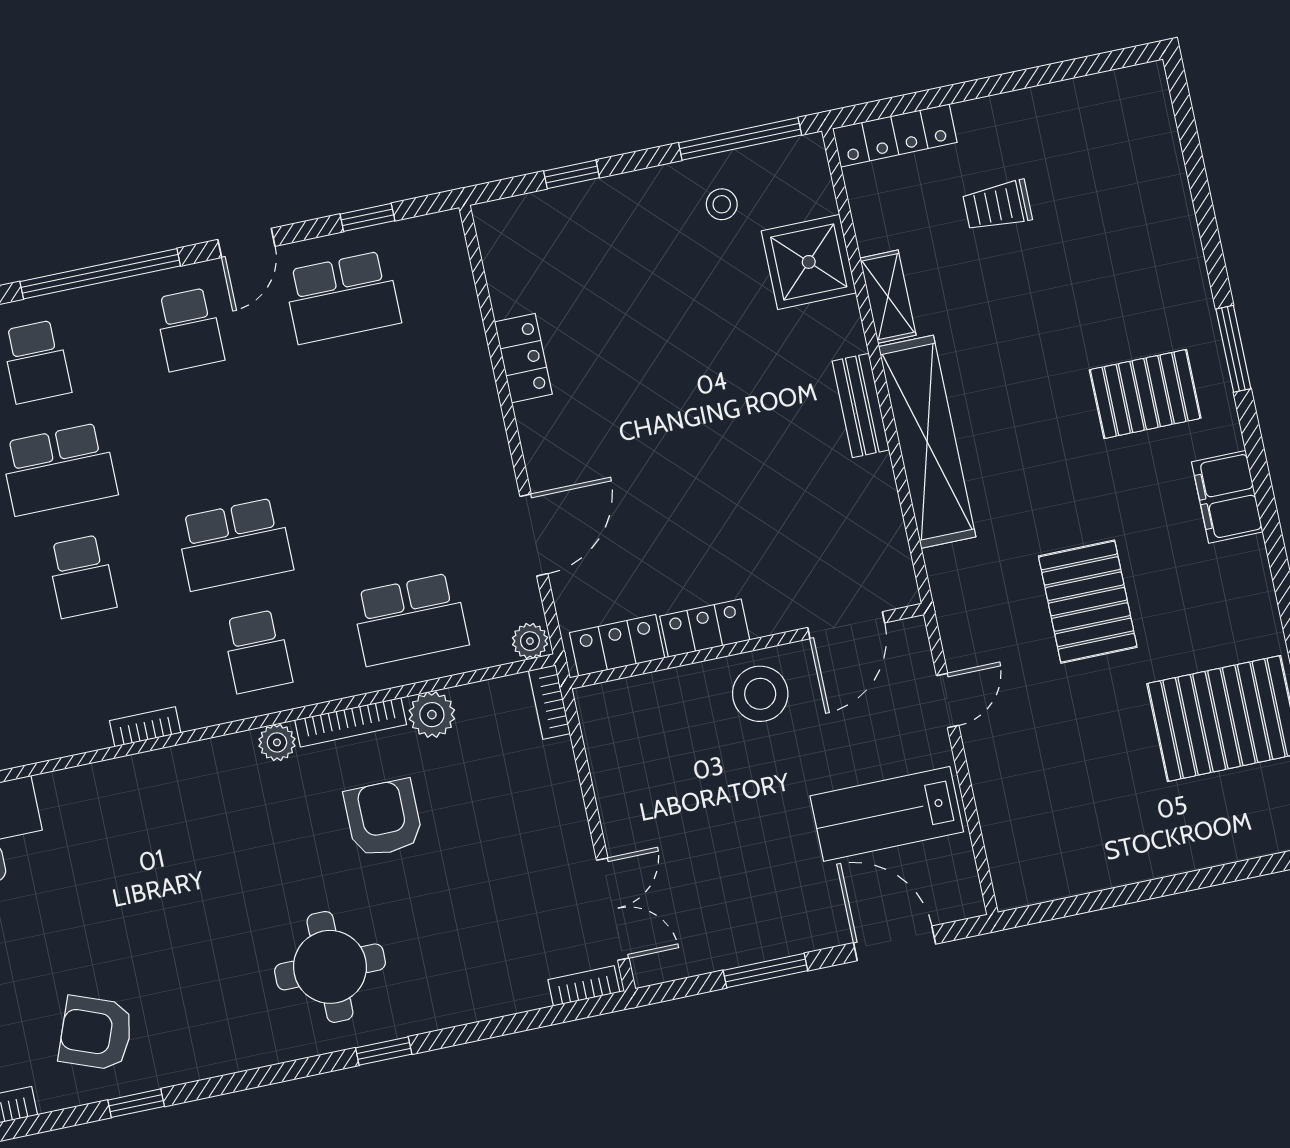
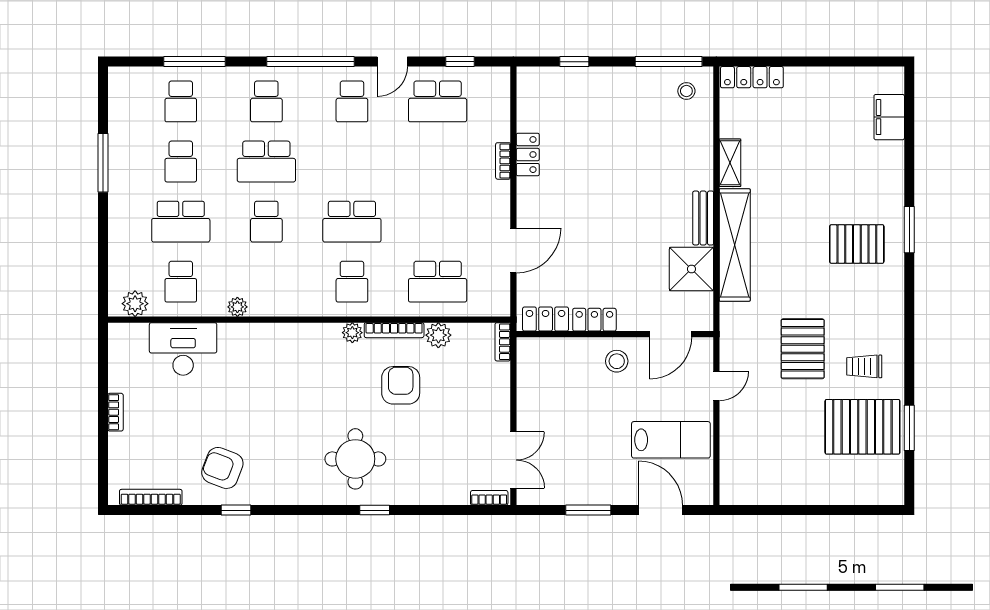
stool: (722, 204) -> (686, 91), moved
trolley: (997, 206) -> (864, 366), moved
shower: (809, 262) -> (691, 269), moved
filing cabinet: (1227, 497) -> (889, 117), moved
plant: (530, 641) -> (237, 307), moved
stool: (760, 694) -> (617, 361), width x0.73, depth x0.73
bookcase: (145, 727) -> (503, 161), moved, turned -90
lab bench: (887, 814) -> (671, 440), turned 180

